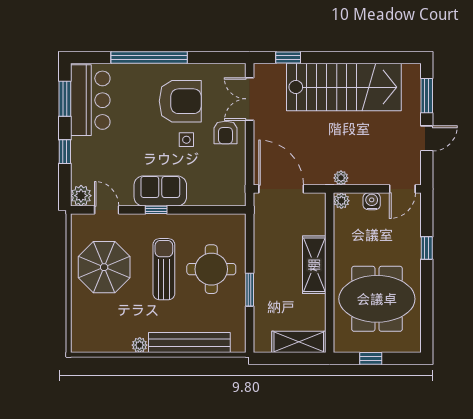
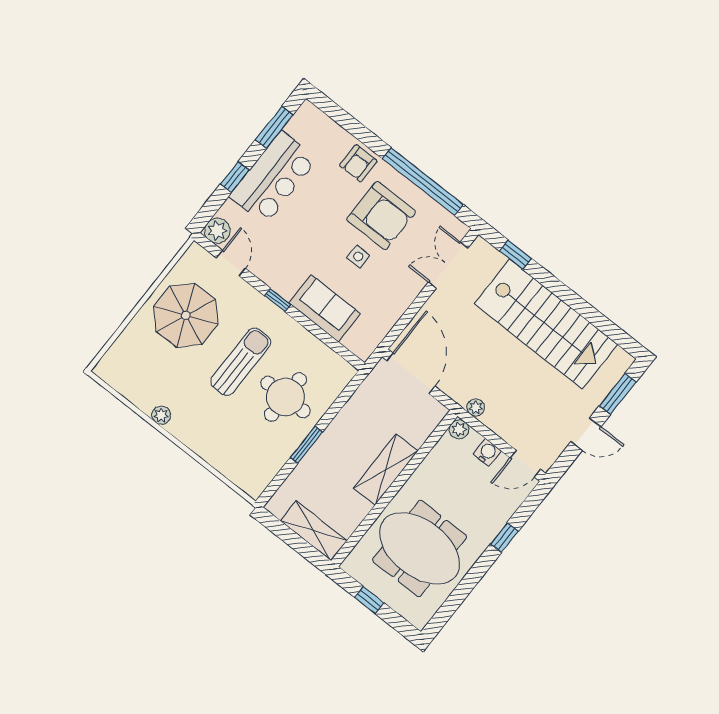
window: (149, 57) -> (423, 182), moved
bar counter: (90, 100) -> (273, 178), moved
armchair: (225, 132) -> (358, 163), moved
sofa: (160, 191) -> (325, 308), moved
bench: (189, 343) -> (210, 450), removed

